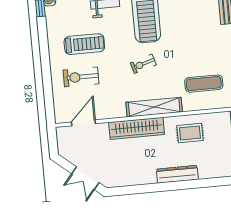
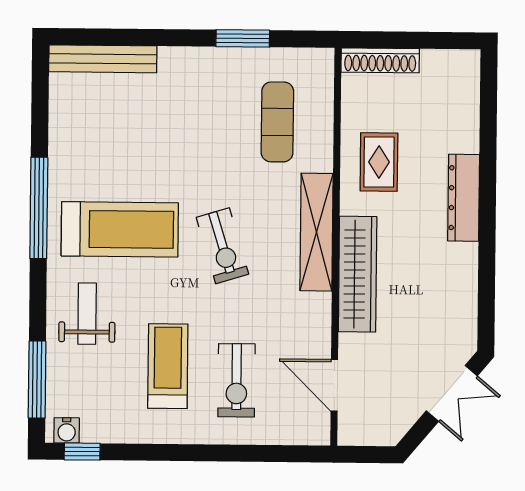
exercise bike: (143, 64) -> (222, 246), width x1.38, depth x1.39

